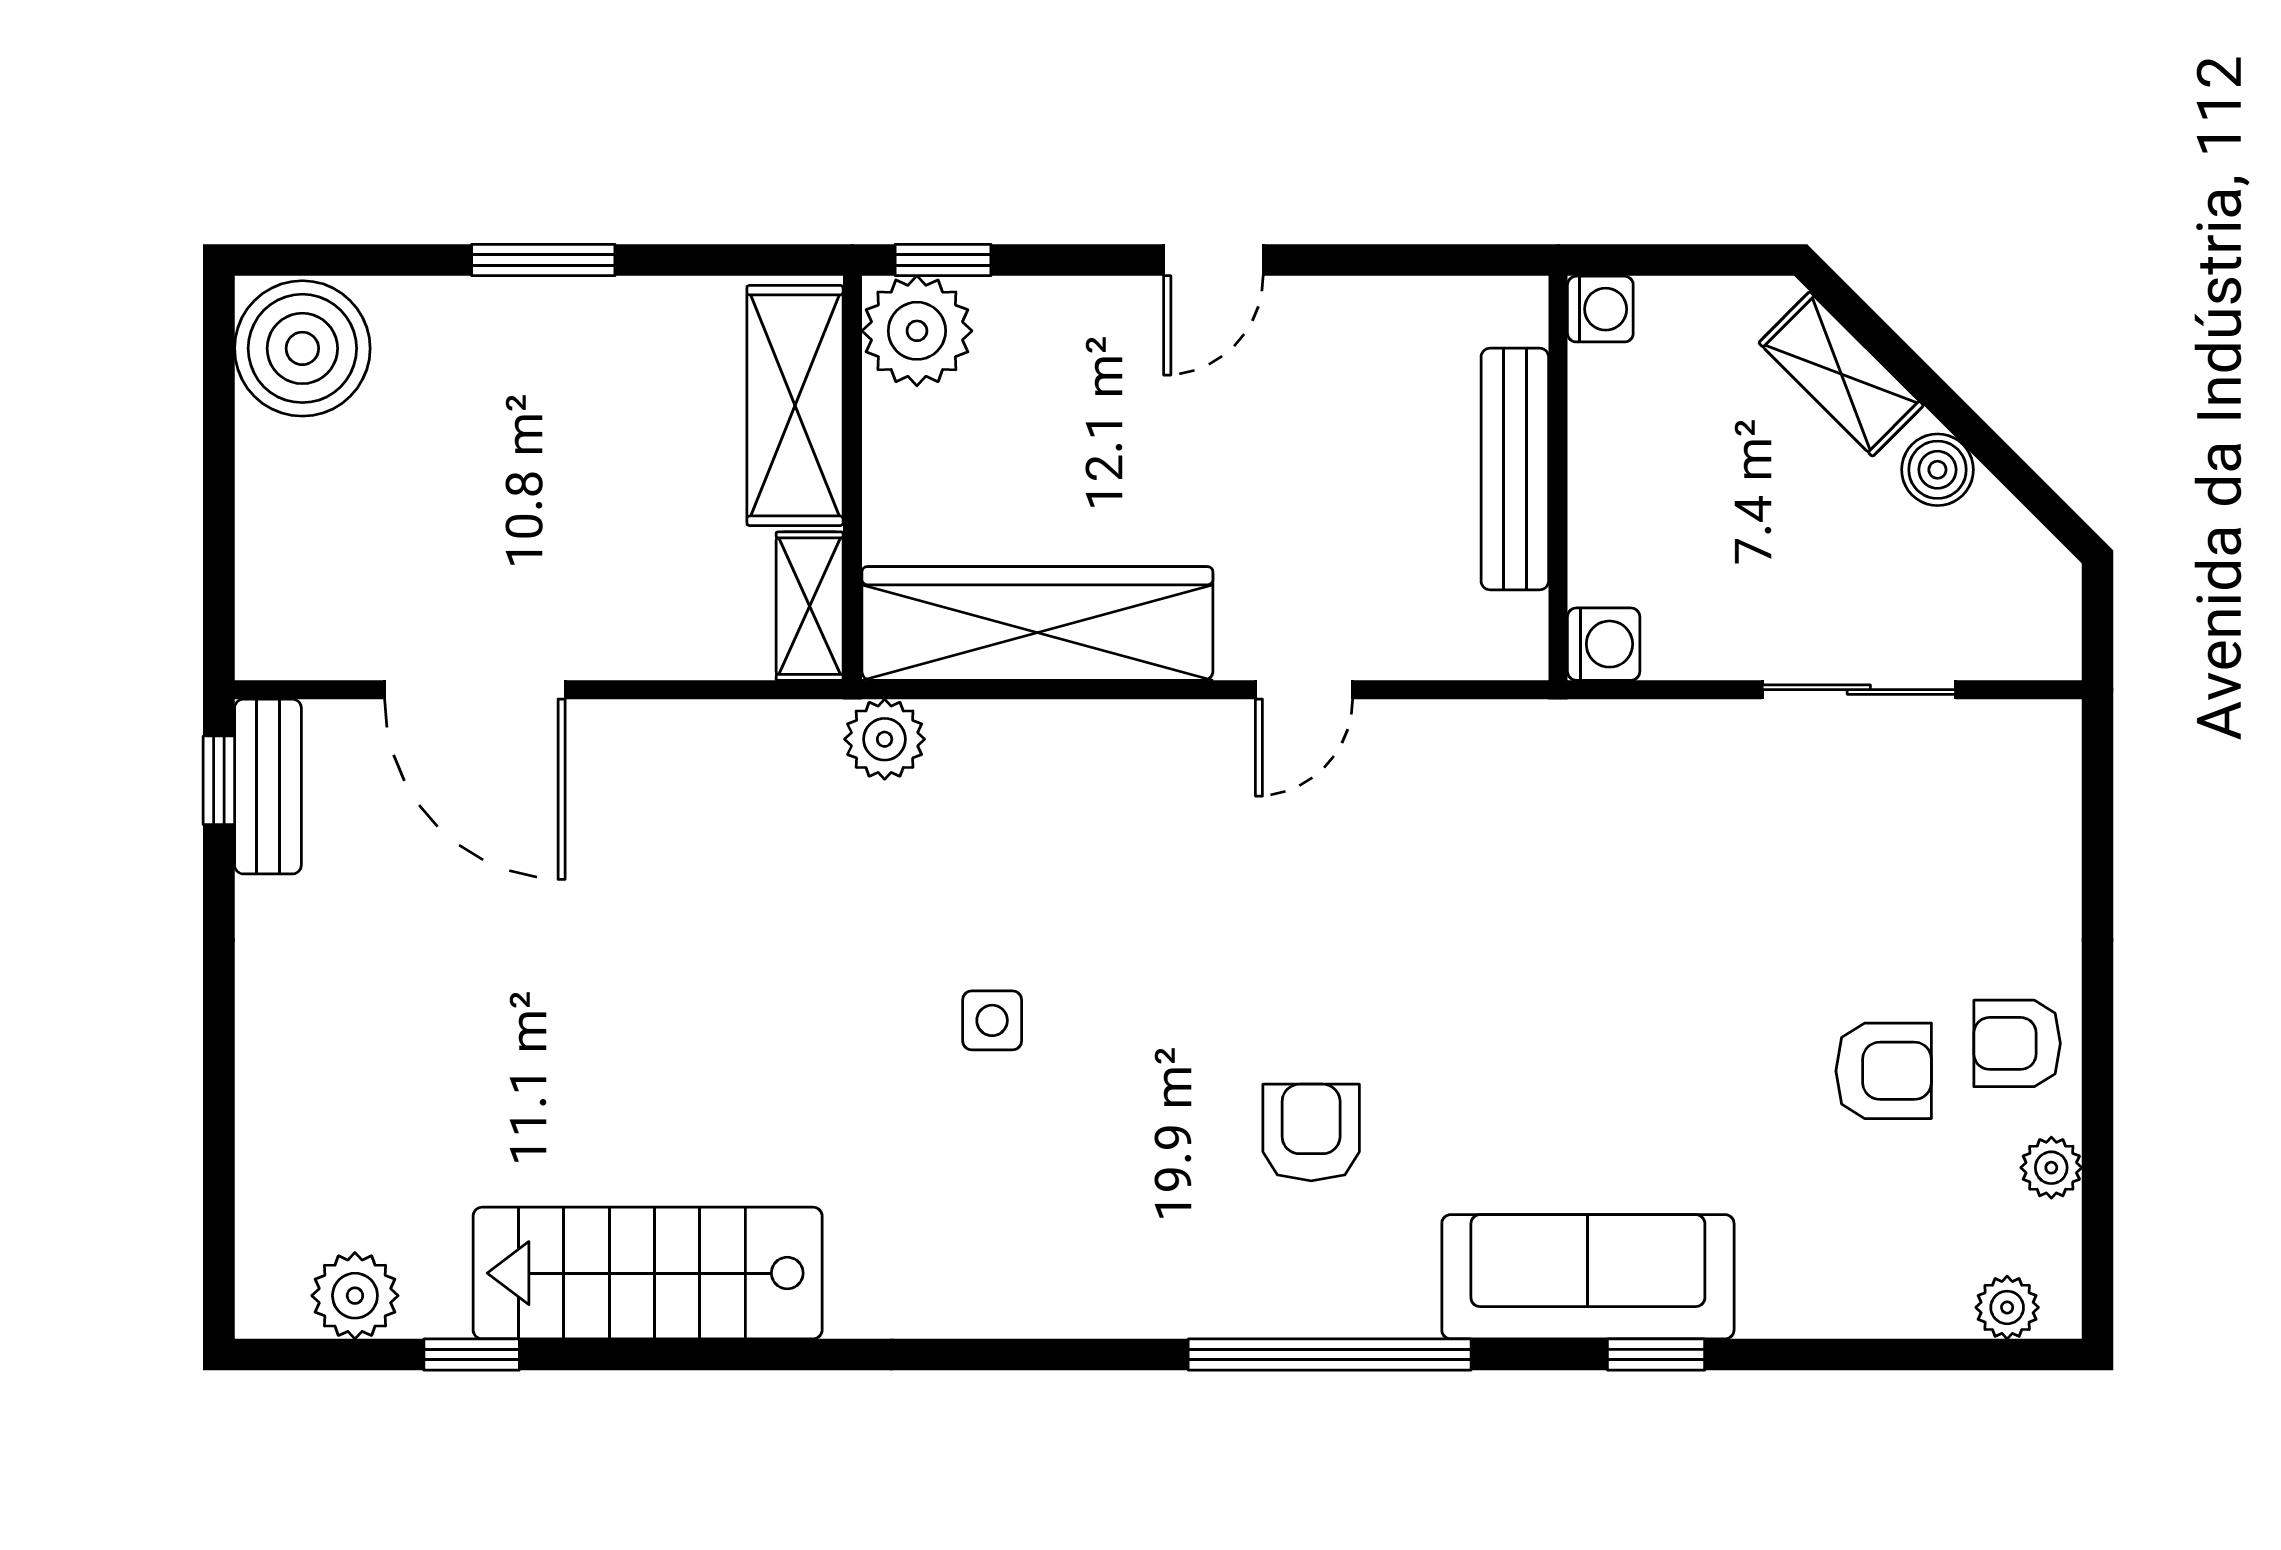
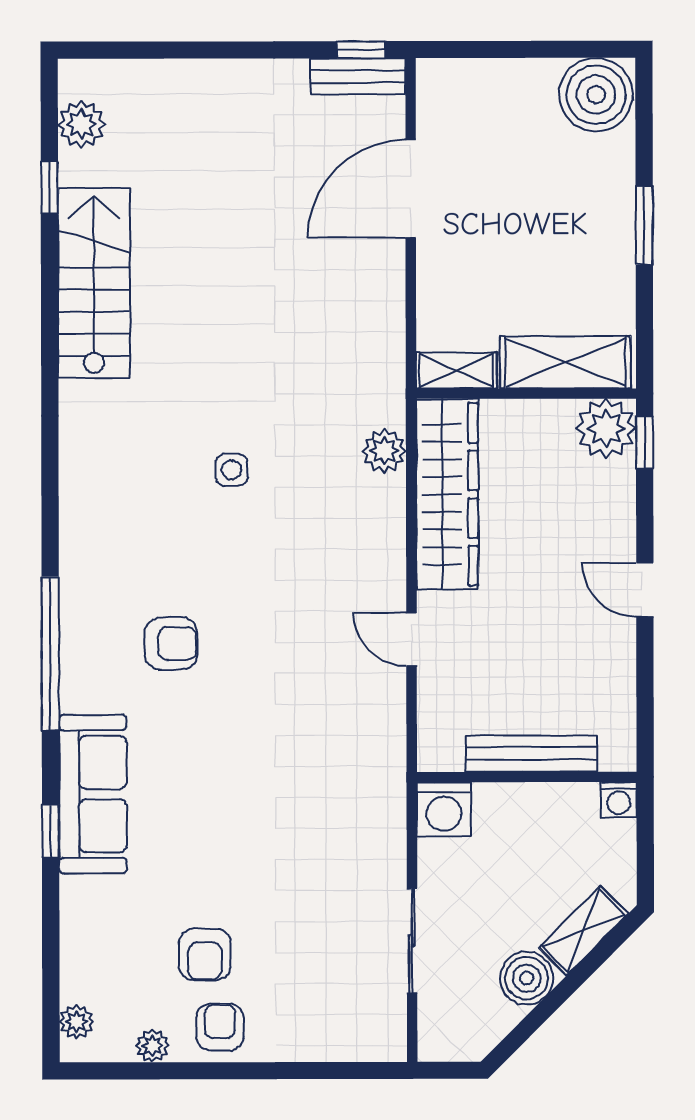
boiler: (1937, 470) -> (527, 978), width x1.36, depth x1.36
washing machine: (1604, 644) -> (444, 809), width x1.38, depth x1.38
plant: (885, 739) -> (384, 451), moved

